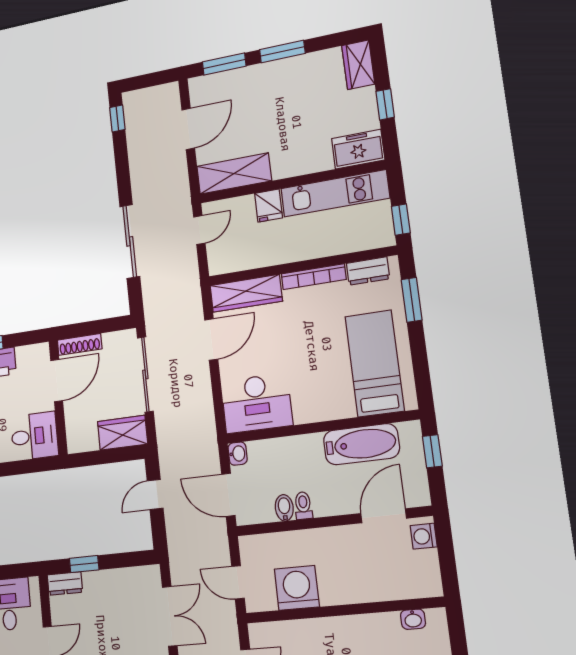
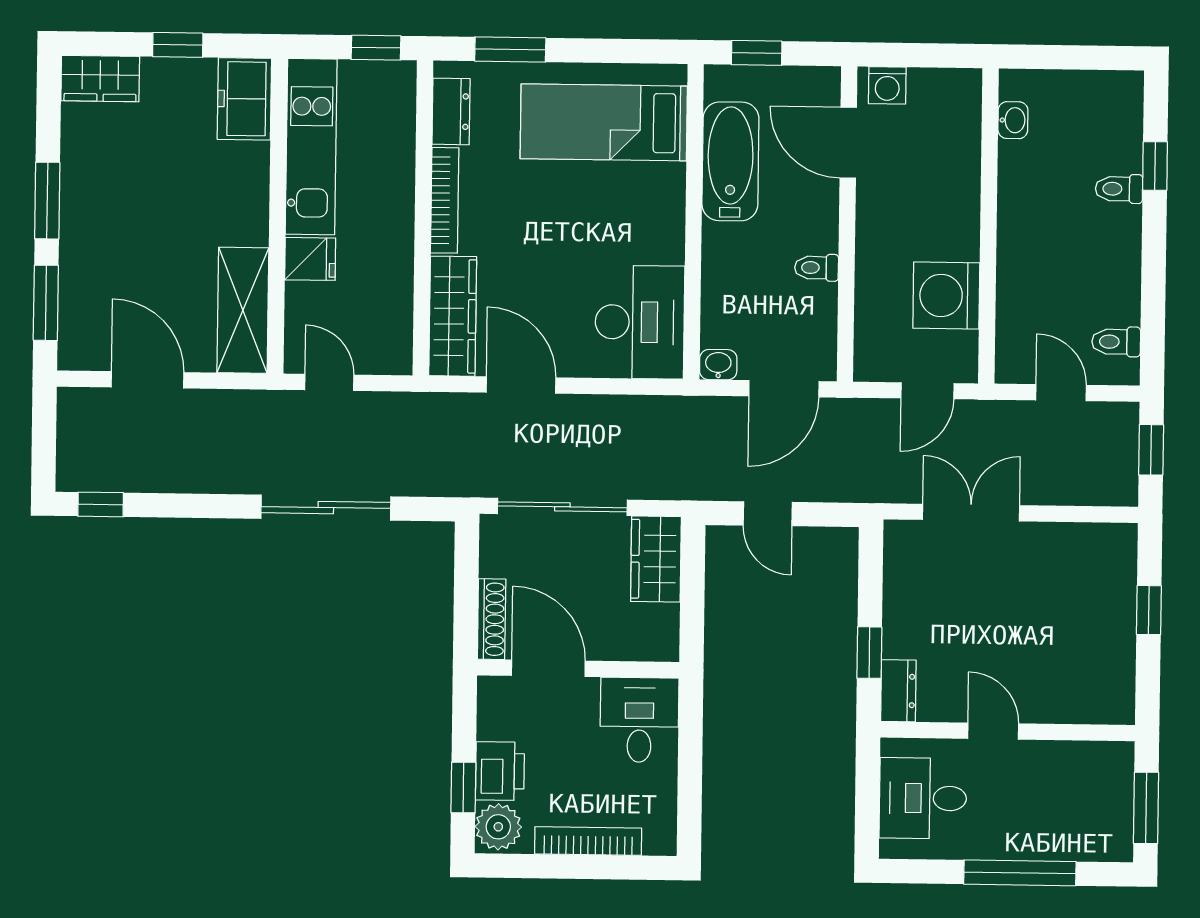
bidet: (284, 508) -> (816, 299), removed

